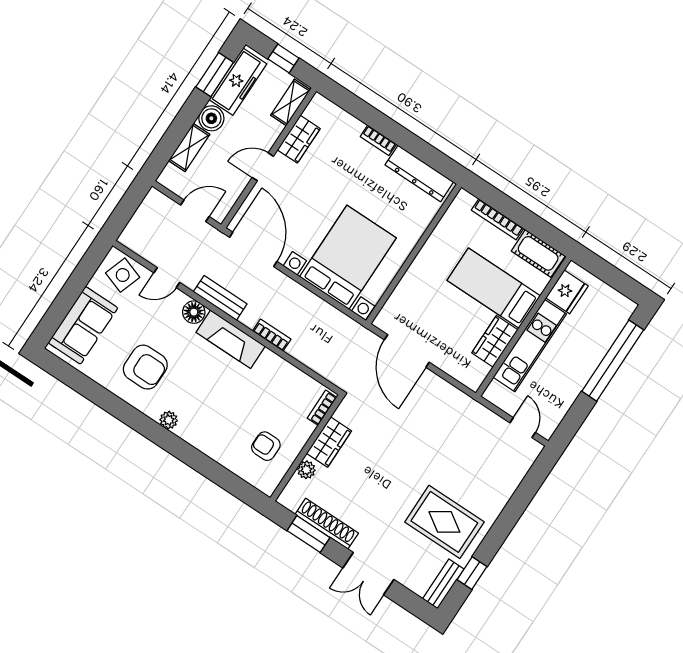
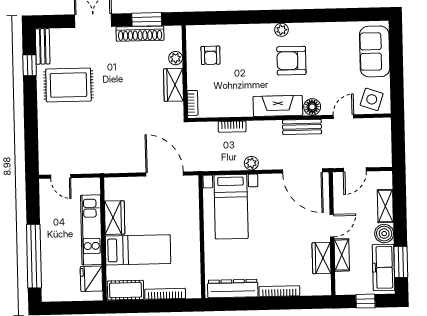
shelving: (291, 102) -> (342, 255), moved
bookcase: (378, 140) -> (279, 291), width x1.56
bed with nightstands: (348, 257) -> (231, 207), width x0.73
plant: (303, 297) -> (251, 163), added
bookcase: (272, 335) -> (232, 127), moved
armchair: (145, 367) -> (291, 61), moved
armchair: (266, 446) -> (211, 55), turned 90

